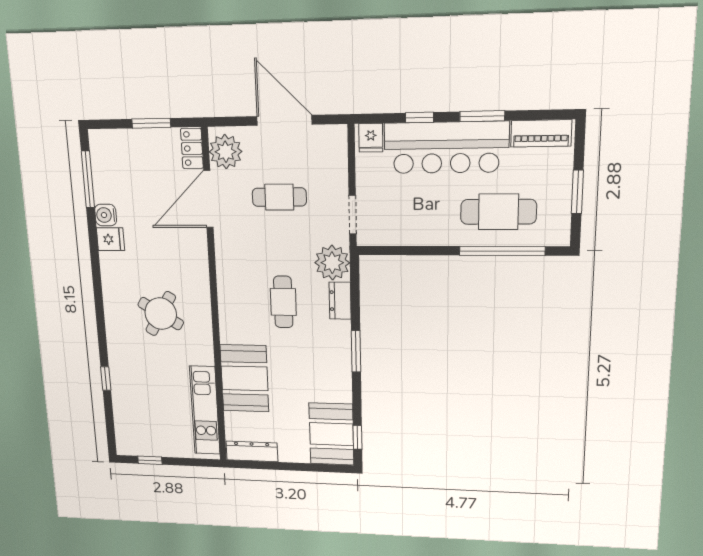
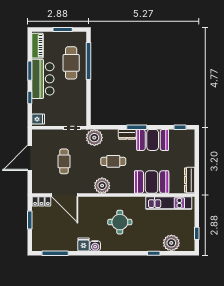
bar counter: (446, 148) -> (43, 79), width x0.73
plant: (226, 152) -> (102, 186), moved
water cooler: (106, 215) -> (95, 246), moved
dresser: (340, 301) -> (127, 134), moved
round table: (161, 314) -> (120, 222), turned -31
plant: (128, 412) -> (171, 243), added
booth: (331, 434) -> (153, 140), moved

